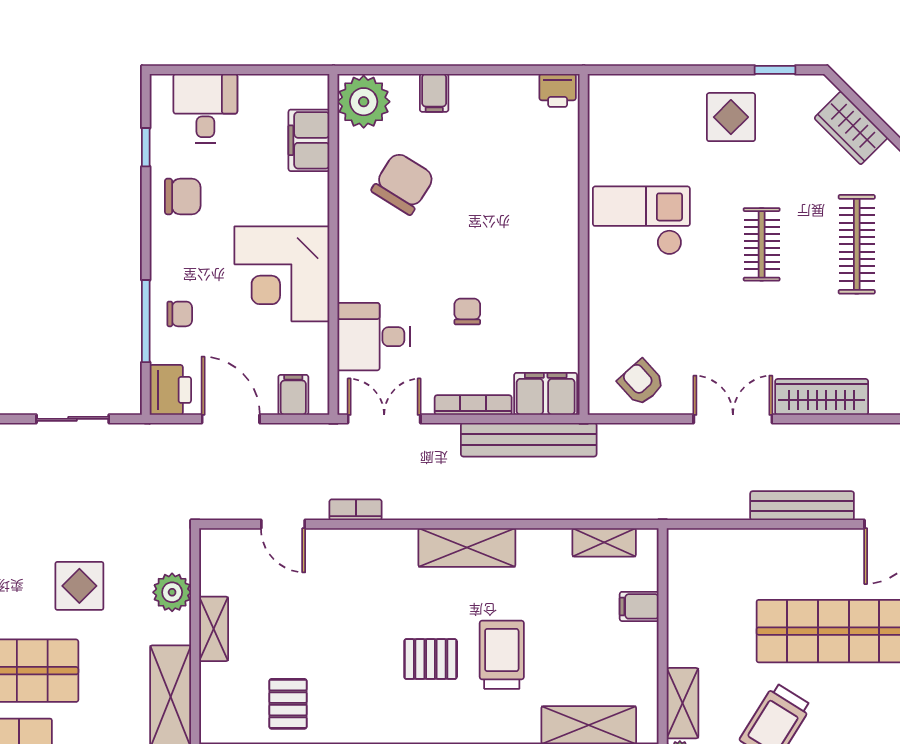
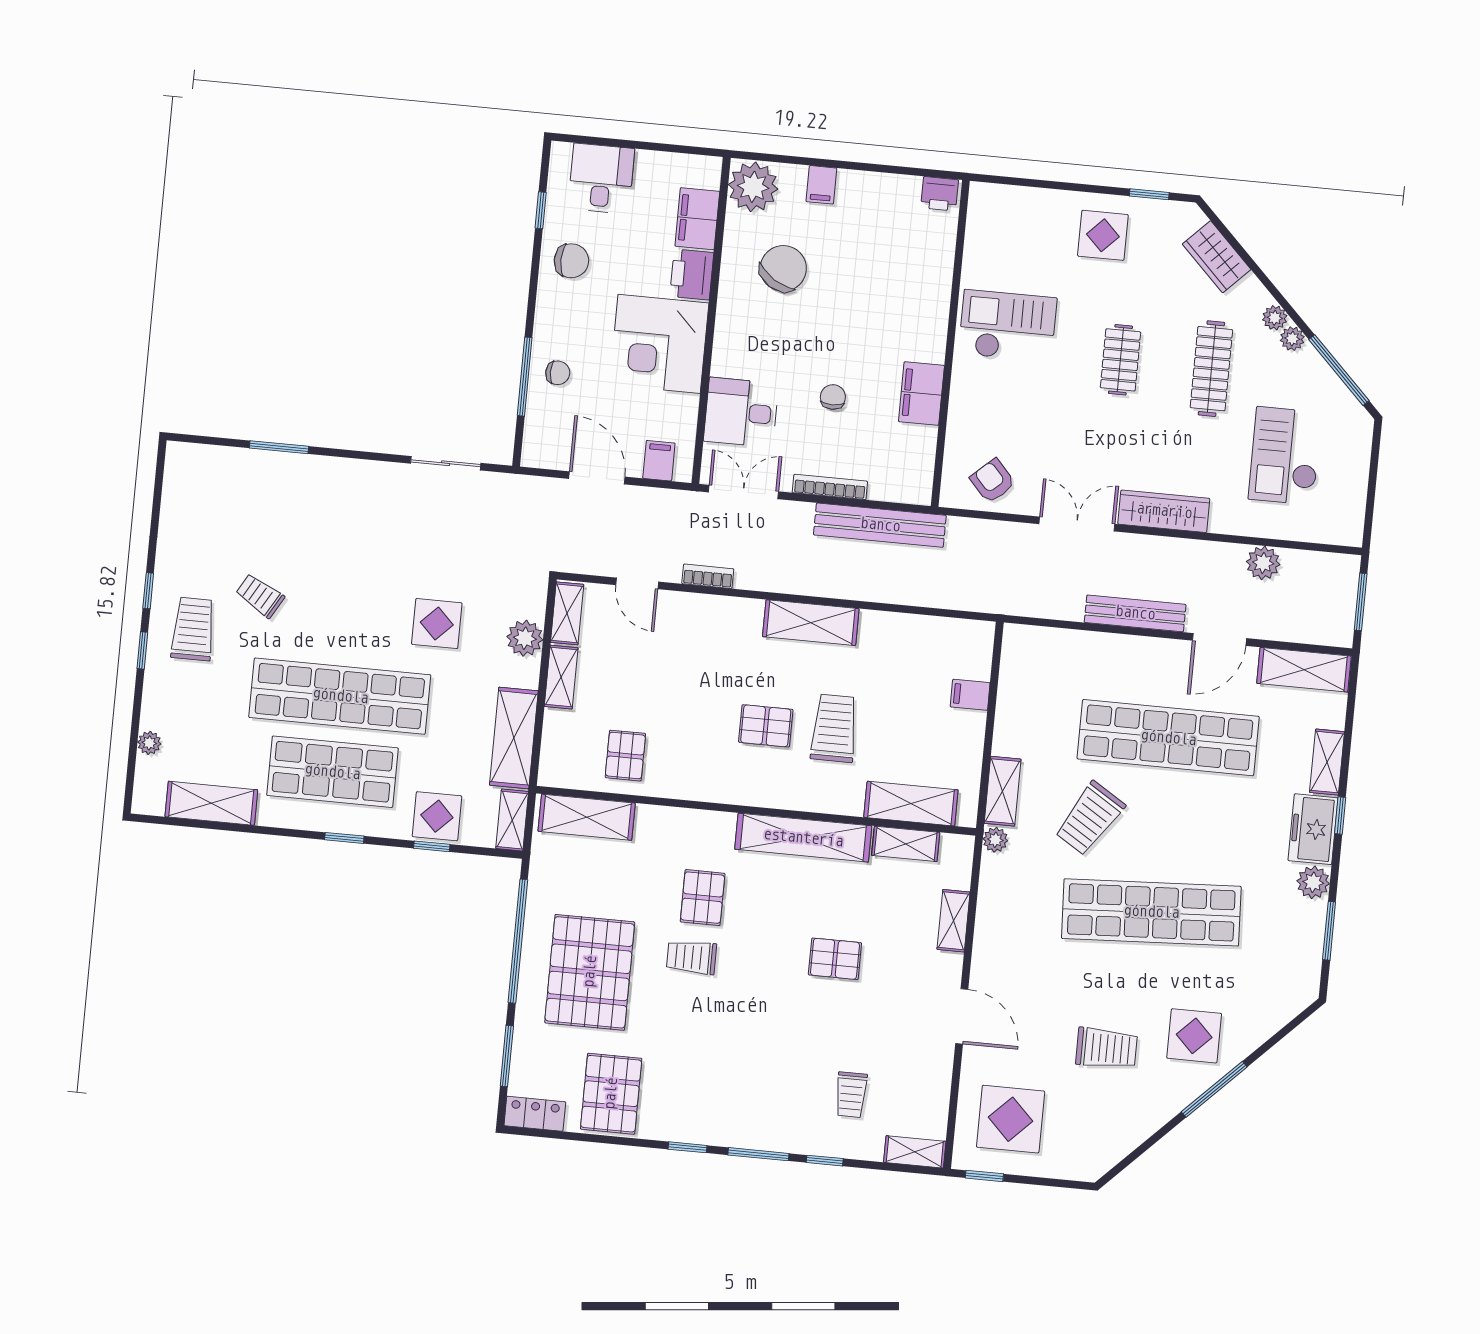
printer: (170, 390) -> (692, 274), moved, turned 180
filing cabinet: (546, 394) -> (921, 394), moved, turned -90
shelving: (604, 542) -> (567, 613), moved, turned 90

